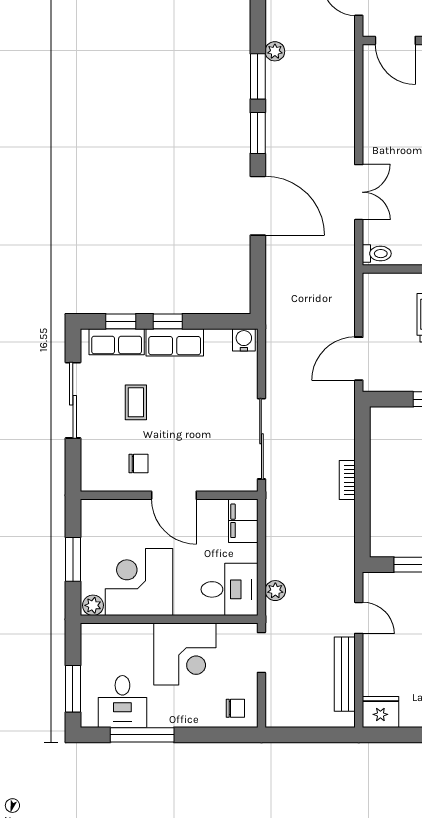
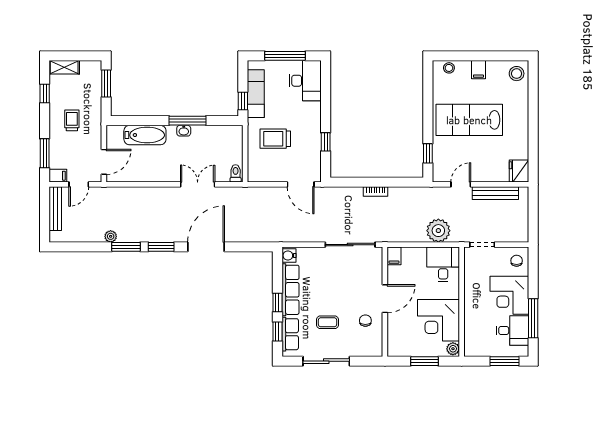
row of seats: (175, 342) -> (290, 290), width x1.48
filing cabinet: (243, 521) -> (394, 256), width x0.50
plant: (275, 591) -> (438, 231), width x1.88, depth x1.88
corner desk: (185, 654) -> (509, 295), moved, turned 180

